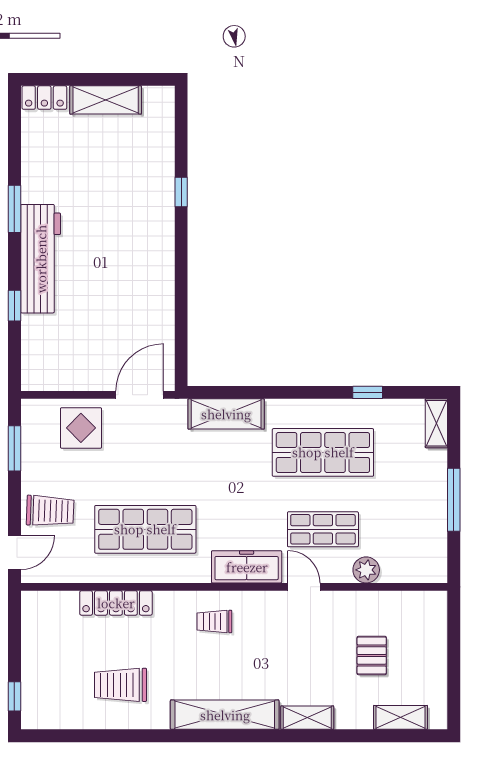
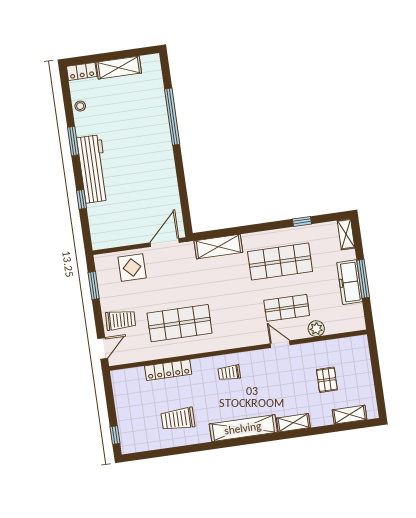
stool: (34, 154) -> (80, 106), added
window: (181, 192) -> (172, 117), width x3.17
freezer: (247, 567) -> (350, 282), moved, turned -90

